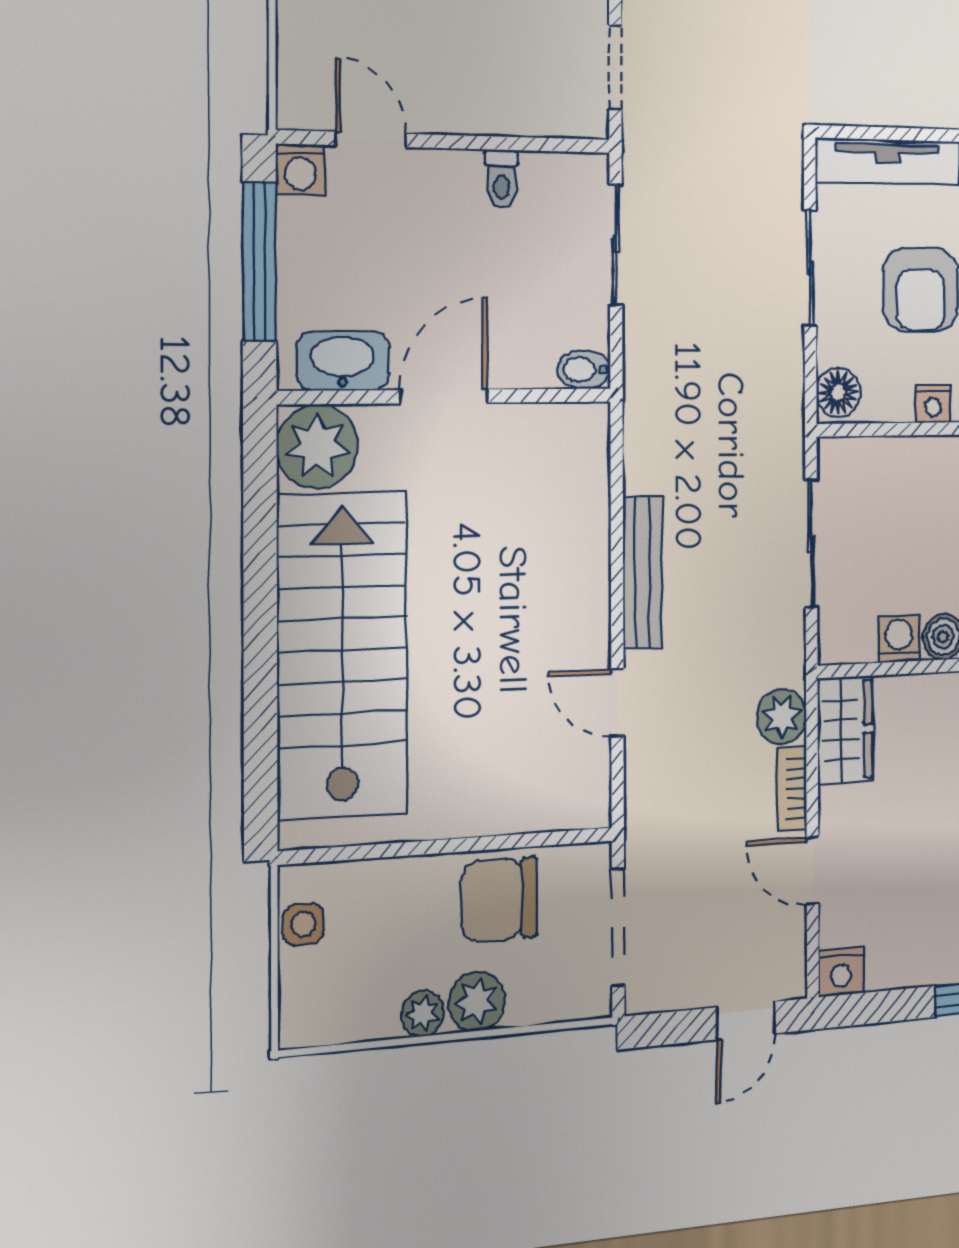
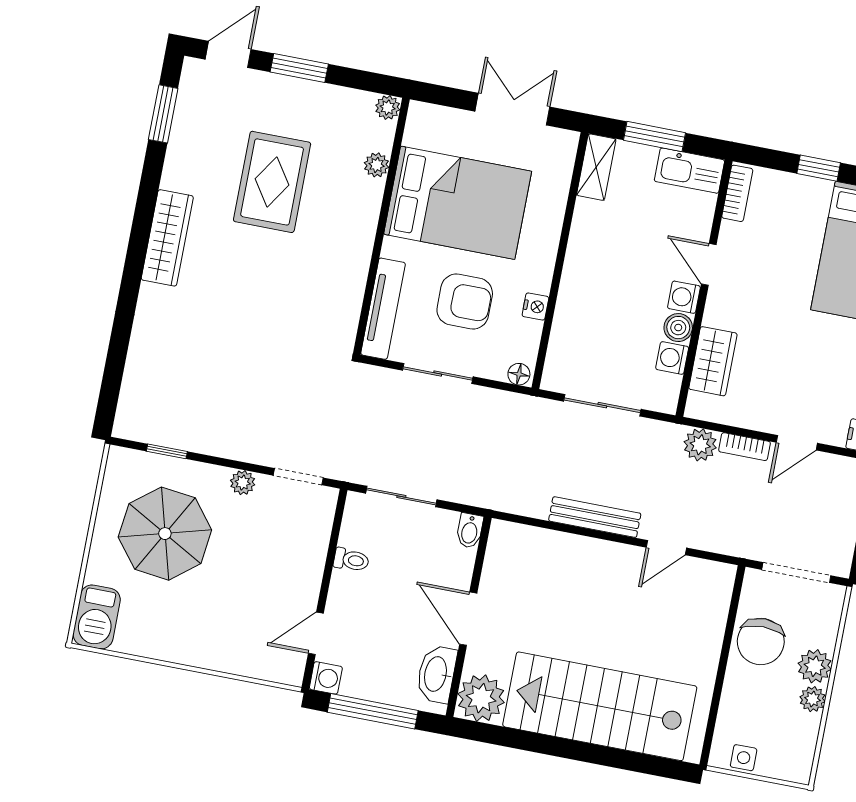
floor lamp: (838, 393) -> (519, 374), width x0.73, depth x0.73
wardrobe: (845, 730) -> (713, 361), moved, turned 90

